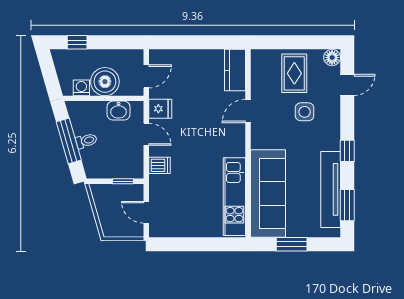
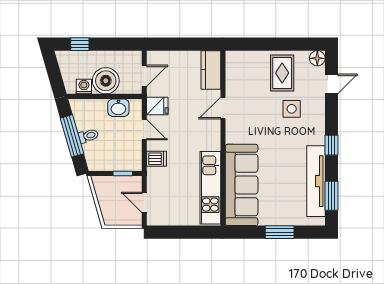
kitchen counter: (235, 70) -> (211, 70), moved
door: (248, 111) -> (223, 108), moved
wall: (248, 143) -> (223, 138), moved
sofa: (268, 194) -> (242, 185), moved
kitchen unit: (234, 197) -> (210, 188), moved

